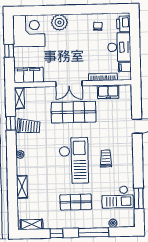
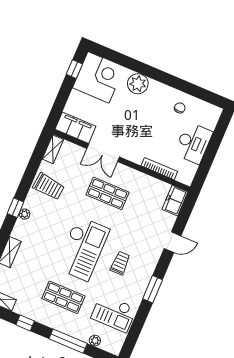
printer: (123, 24) -> (210, 118), removed
window: (9, 51) -> (74, 69), moved
filing cabinet: (125, 67) -> (189, 168), removed
double door: (69, 84) -> (103, 153), moved
freezer: (108, 92) -> (175, 201), moved, turned 90
shop shelf: (74, 112) -> (107, 193), width x0.70, depth x0.74
window: (11, 123) -> (16, 208), moved
window: (139, 198) -> (153, 289), moved

